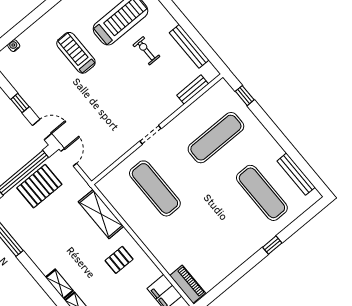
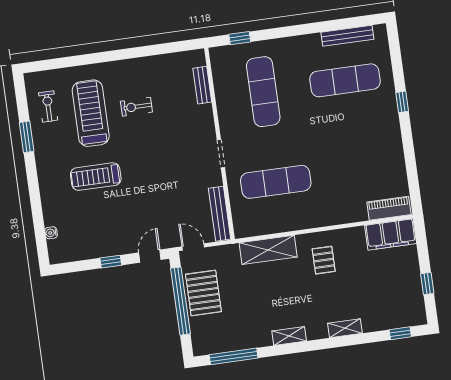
bench: (189, 46) -> (220, 214), moved, turned 90
shelving: (59, 284) -> (289, 336), moved

